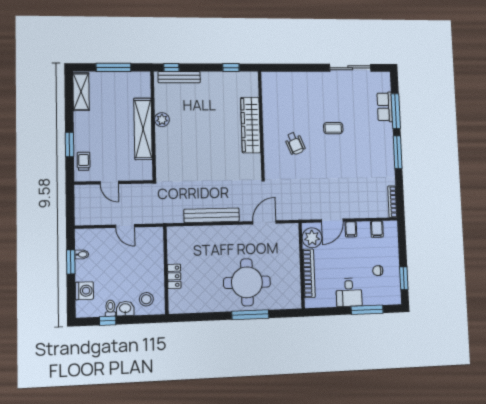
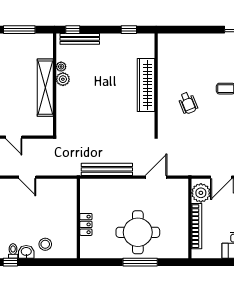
plant: (160, 106) -> (61, 67), added
wall: (166, 270) -> (78, 219), moved
locker: (174, 276) -> (86, 224), moved

